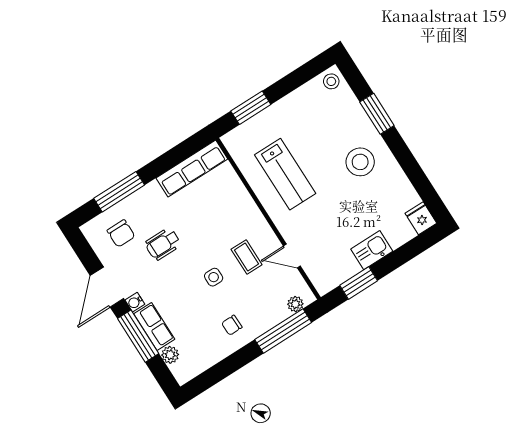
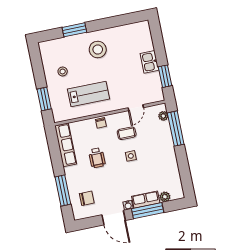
stool: (331, 81) -> (63, 72), moved
fridge: (421, 218) -> (142, 28), removed
wheelchair: (163, 244) -> (97, 158), moved
chair: (232, 325) -> (101, 123), moved

